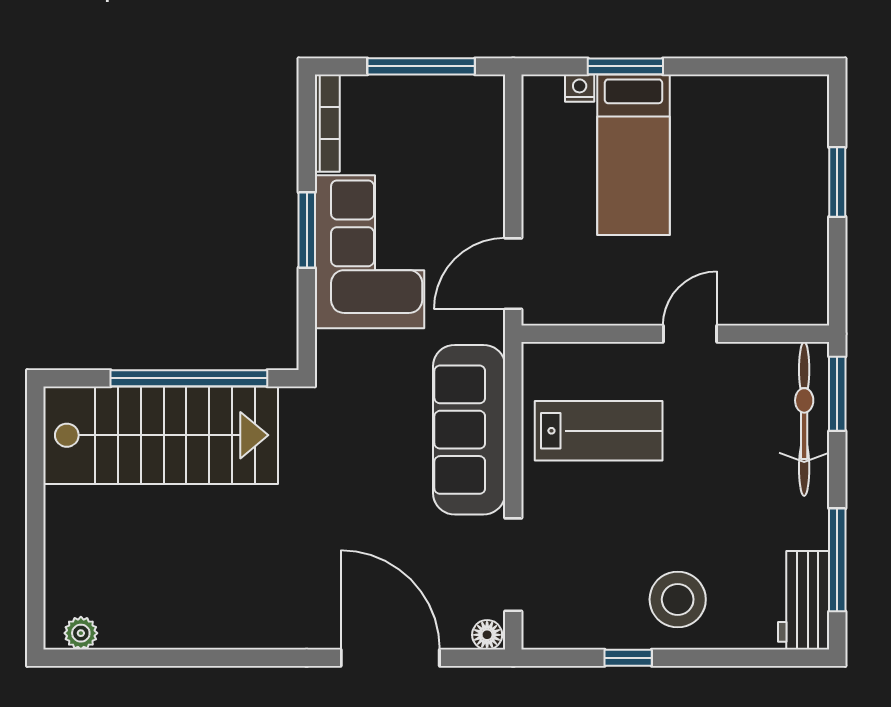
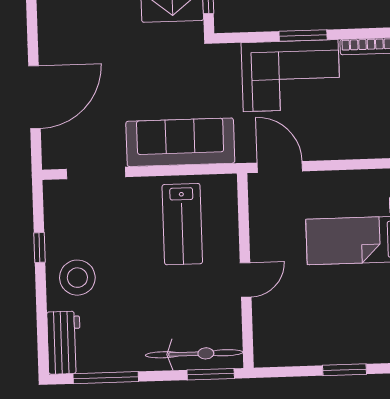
door: (690, 334) -> (246, 280), hinge flipped
workbench: (804, 600) -> (64, 343), moved, turned 90
floor lamp: (487, 635) -> (51, 158), removed

